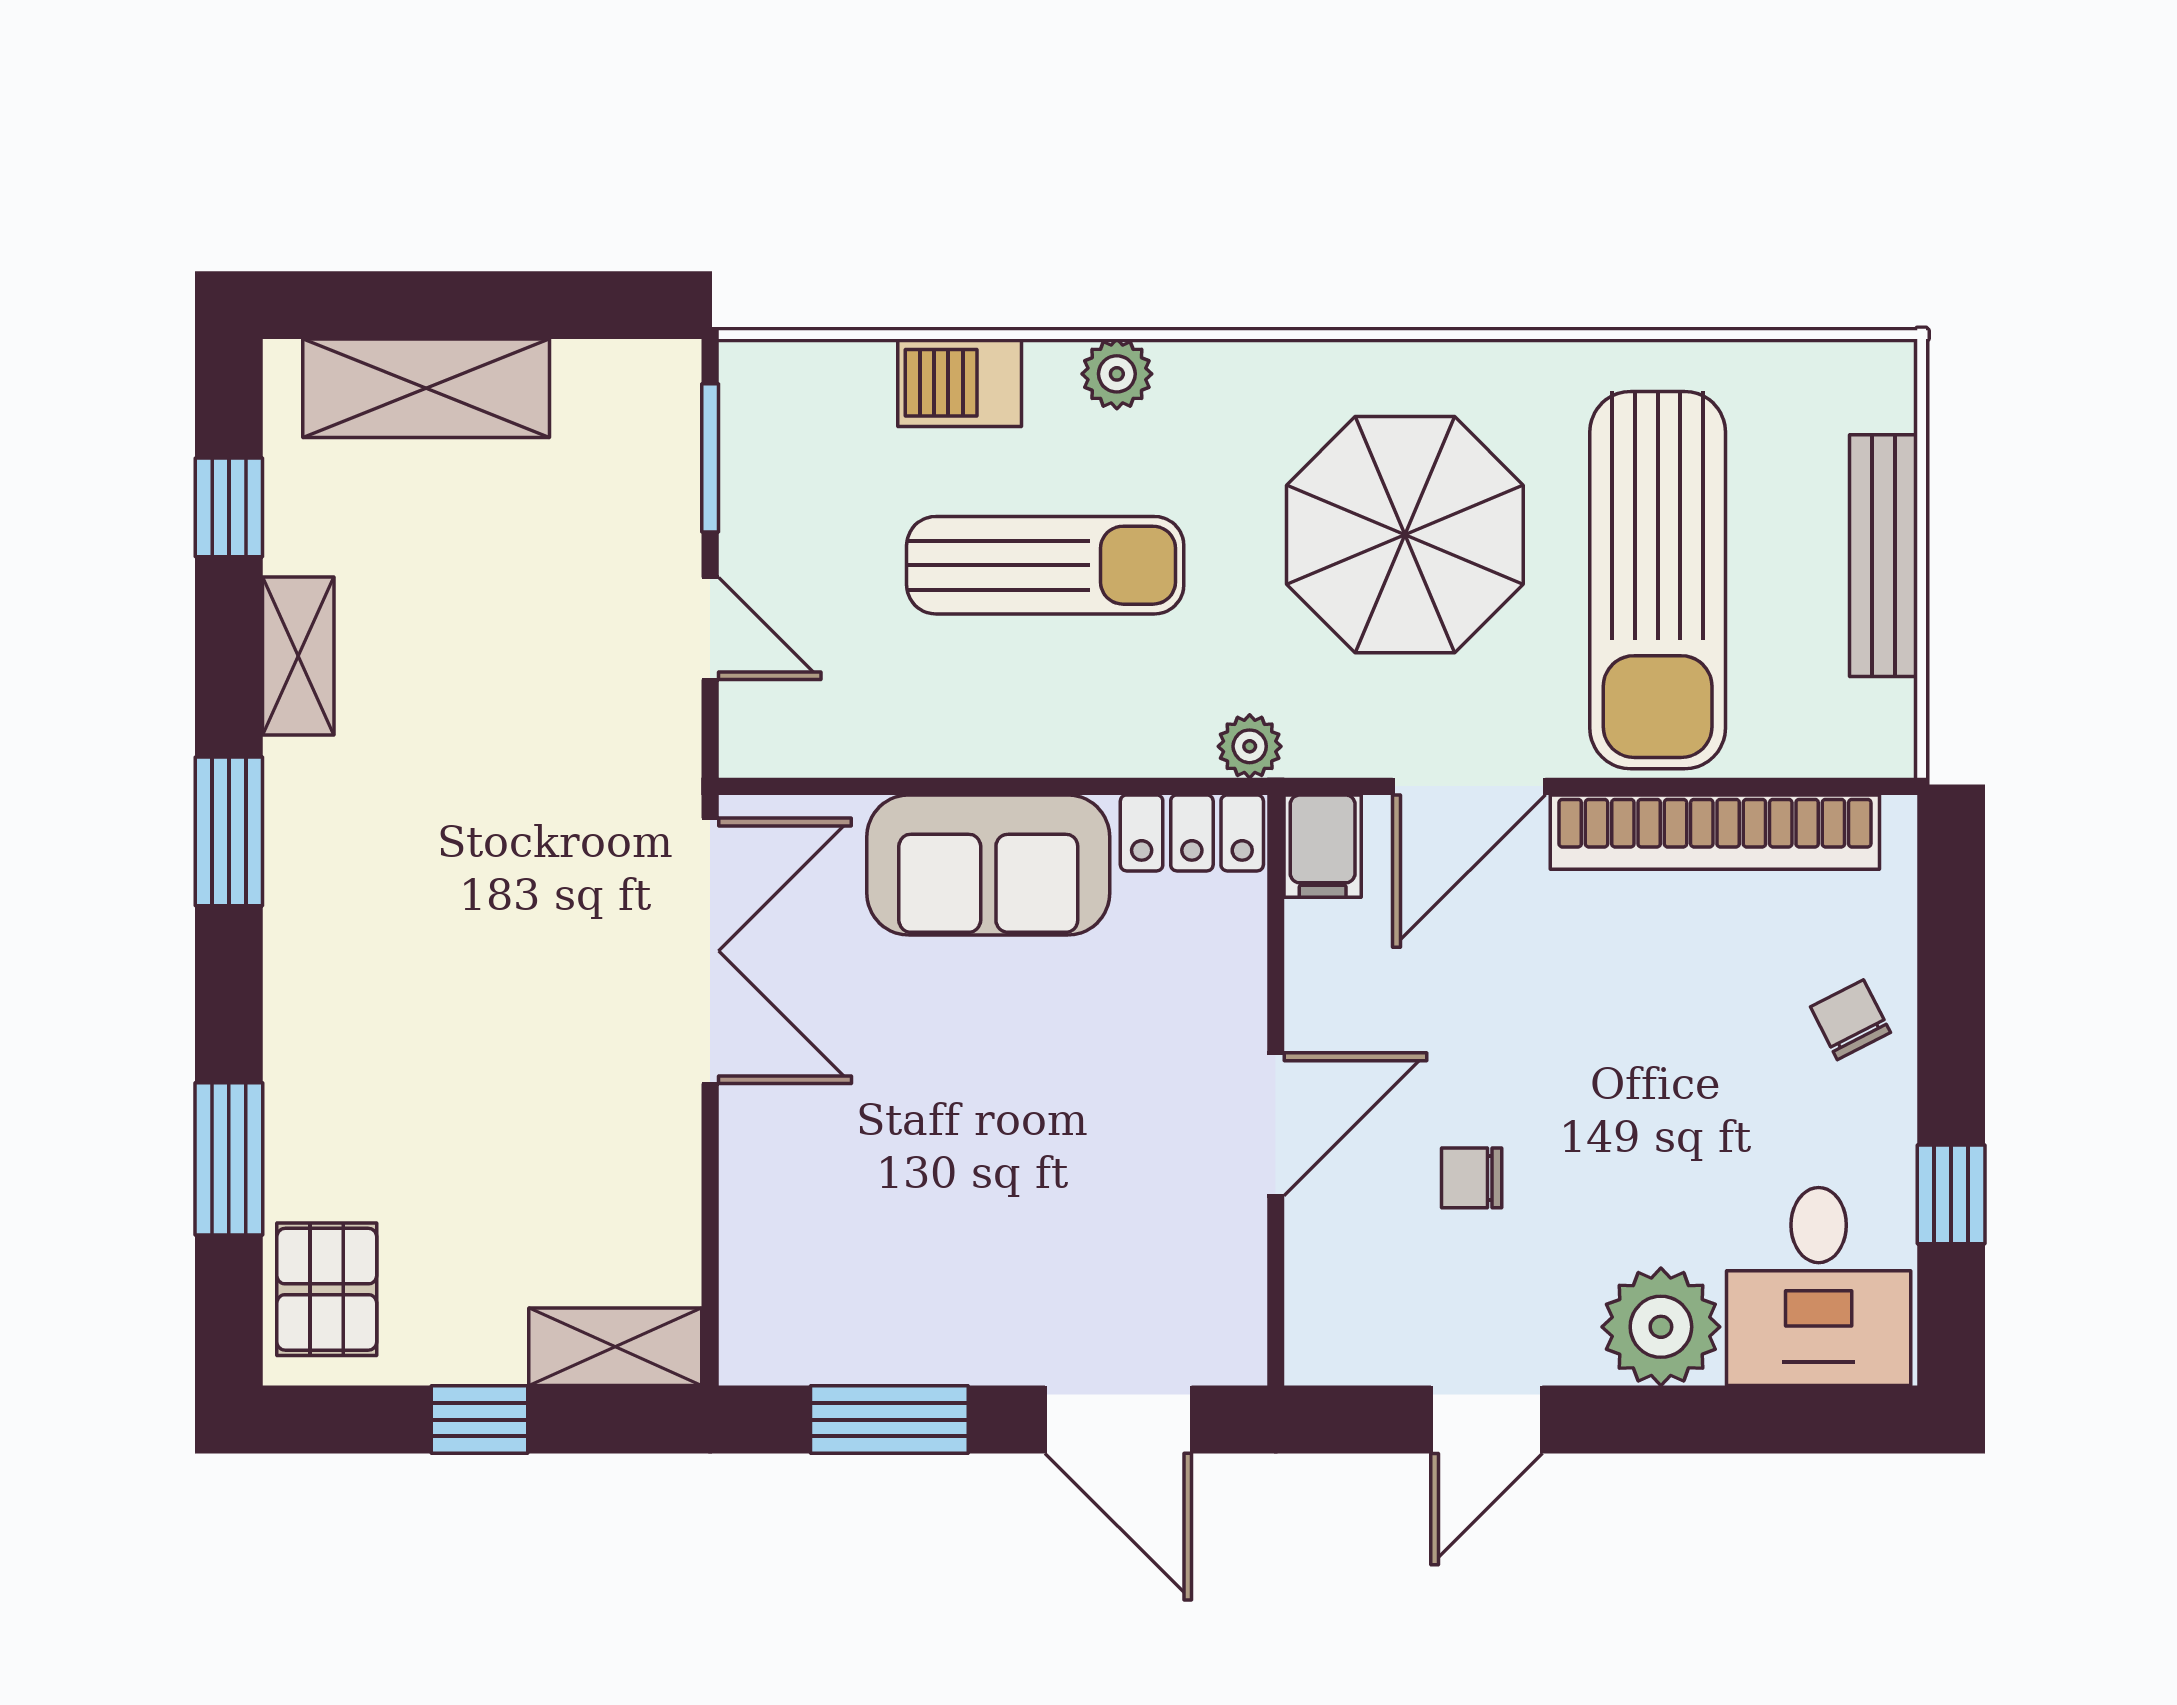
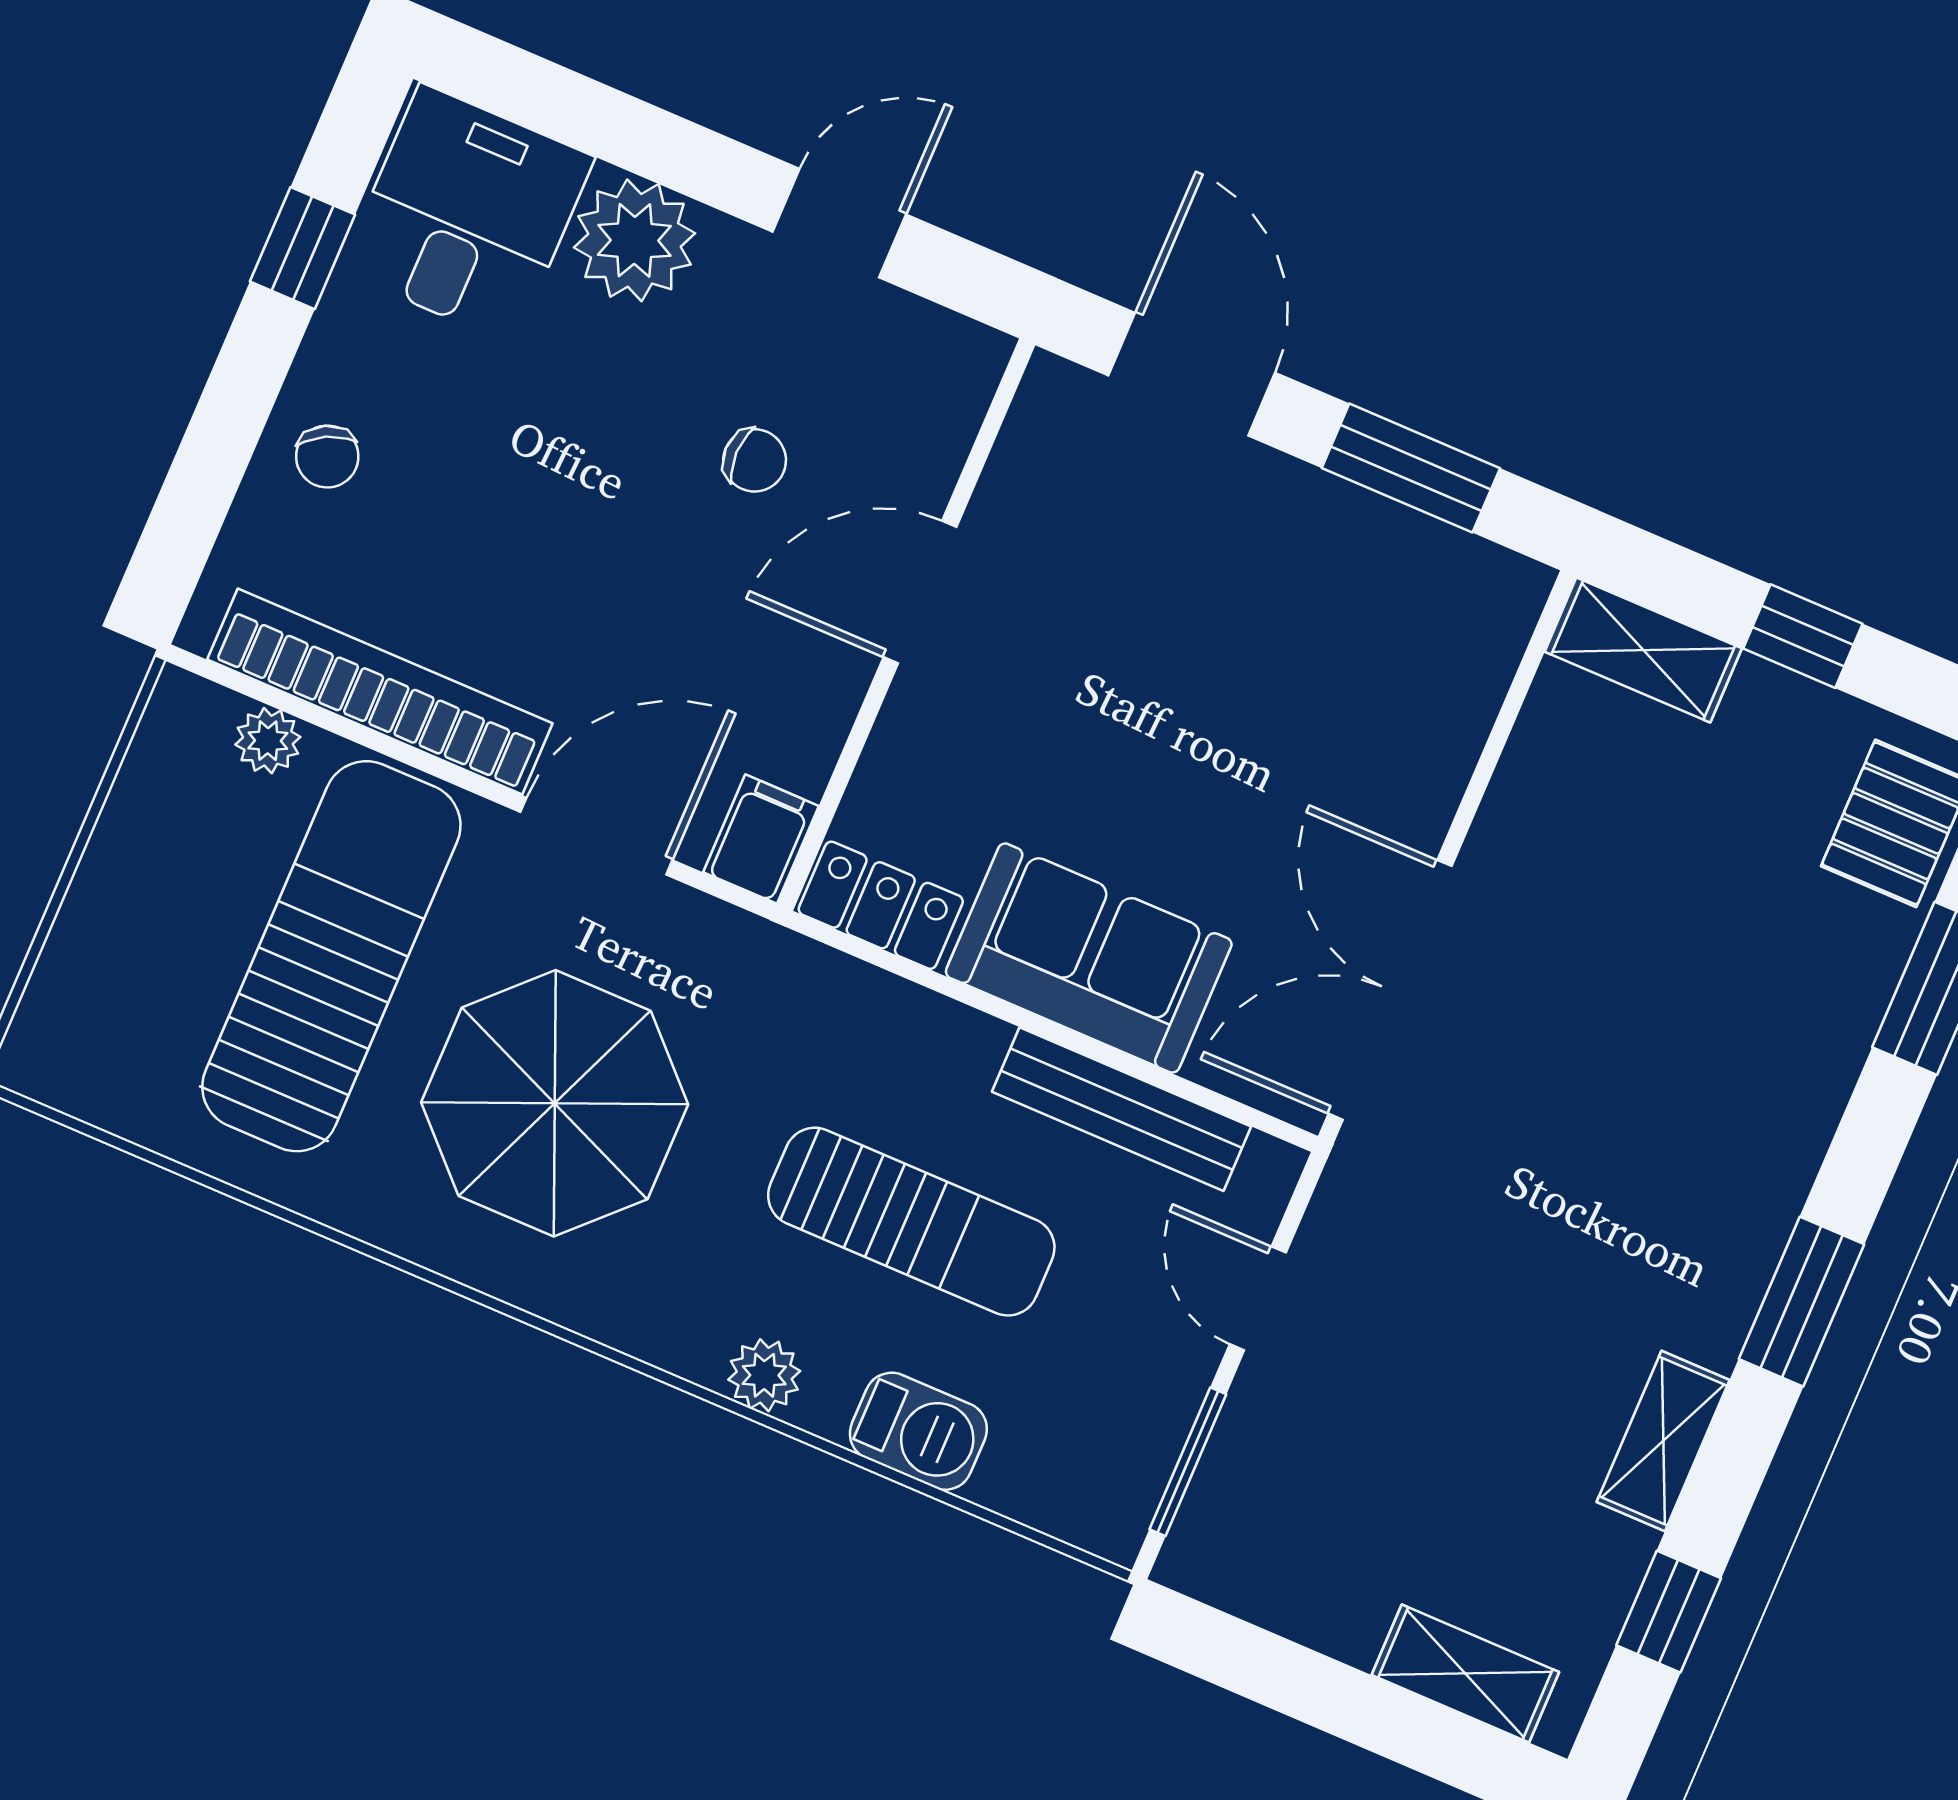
shelving: (426, 388) -> (1465, 1673), width x0.67, depth x0.75
bench: (1883, 556) -> (1122, 1109), moved, turned 90
sun lounger: (1045, 565) -> (911, 1222), turned 180
plant: (1250, 746) -> (268, 741), moved

